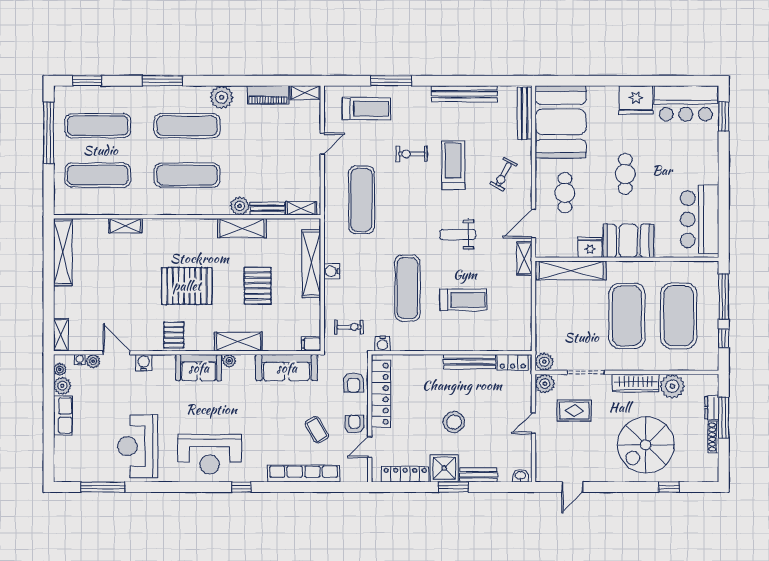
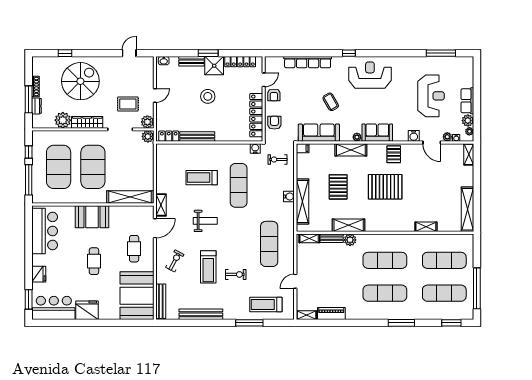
plant: (222, 97) -> (362, 312), removed
fridge: (590, 247) -> (39, 274), moved, turned -90
coffee table: (317, 430) -> (331, 102), moved
reception desk: (138, 446) -> (431, 96), moved

